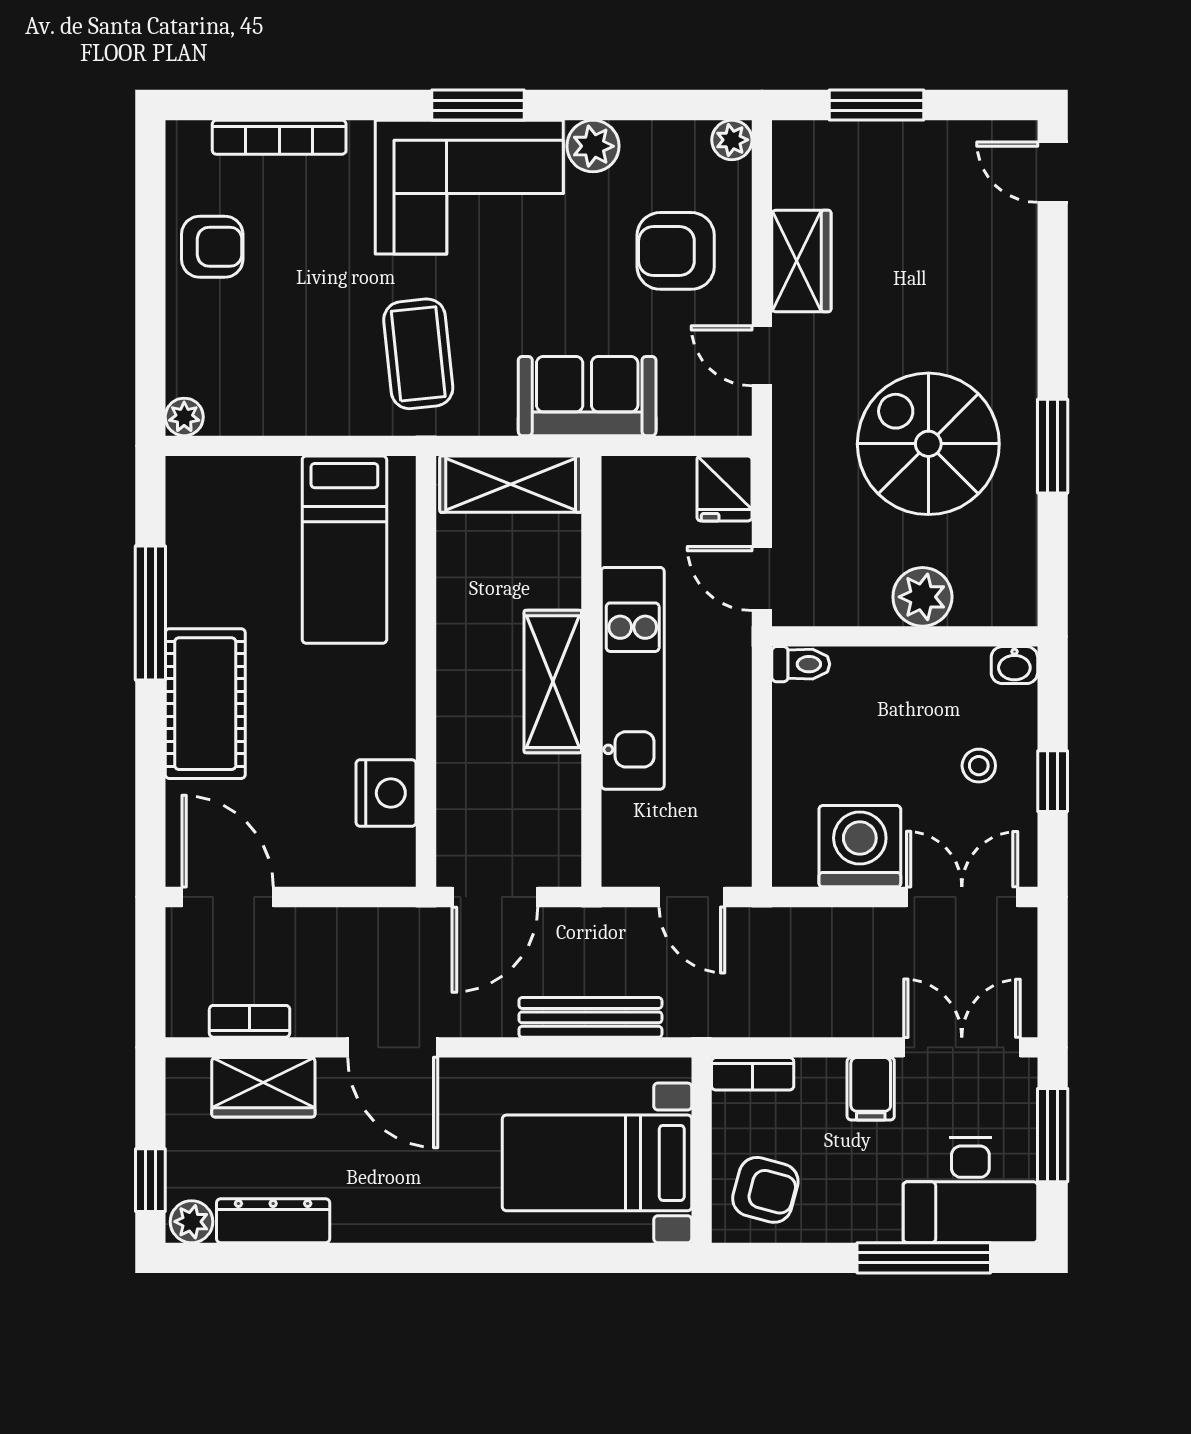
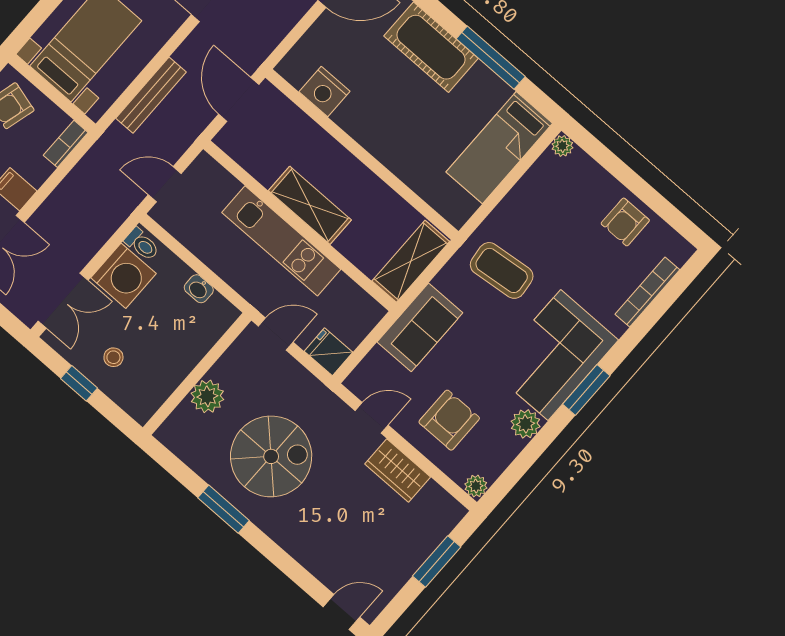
bed: (344, 550) -> (499, 148), moved, turned -90
toilet: (801, 664) -> (142, 244), moved, turned -90
washbasin: (1014, 665) -> (199, 289), moved, turned -90

